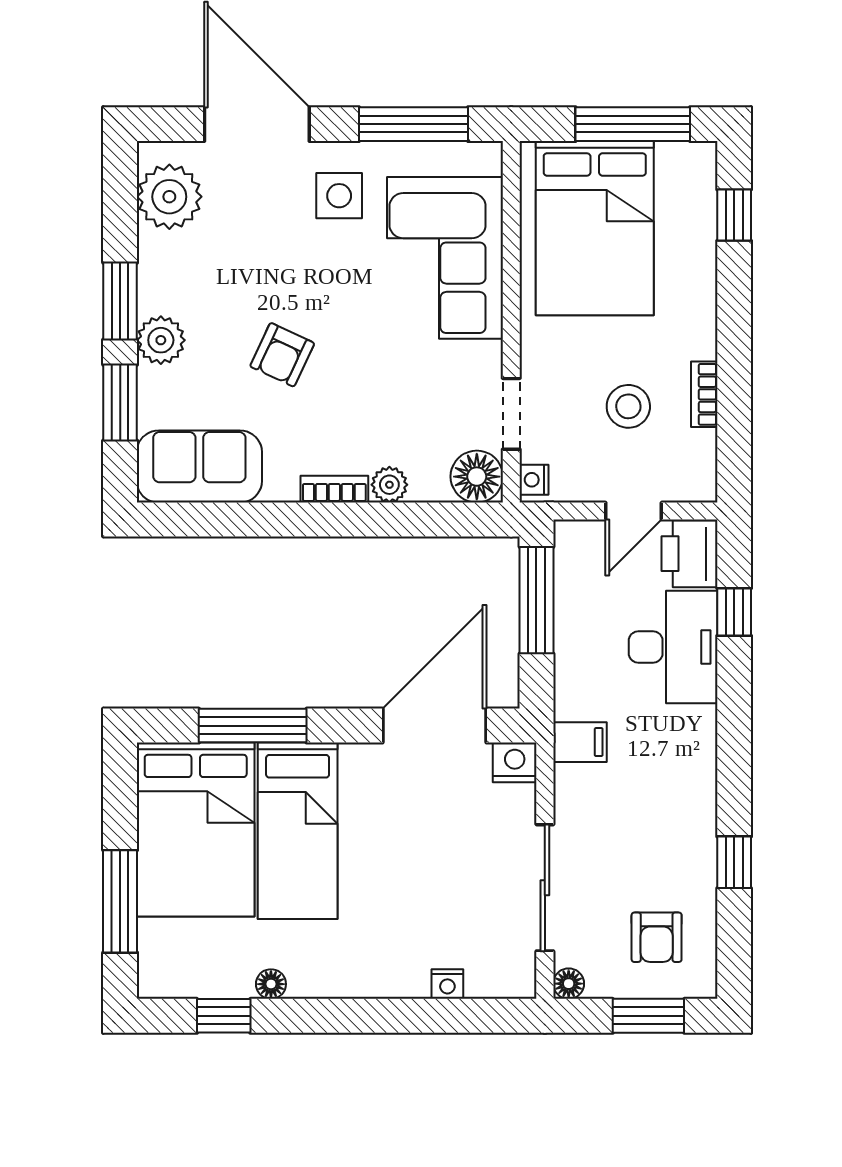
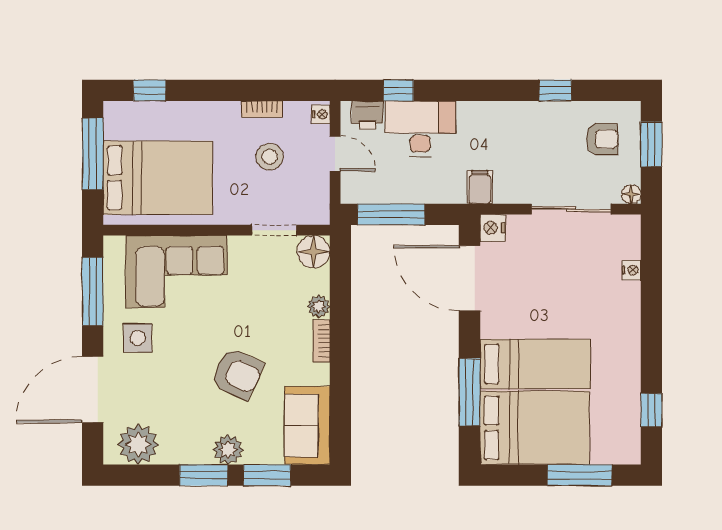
armchair: (282, 355) -> (237, 374), width x1.38, depth x1.38
nightstand: (534, 480) -> (321, 114), moved, turned -90
printer: (690, 554) -> (367, 115), width x0.73, depth x0.81
floor lamp: (271, 984) -> (631, 381), removed

